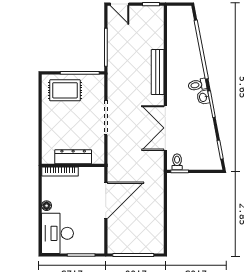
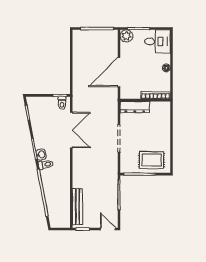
bench: (158, 72) -> (77, 206), moved
dresser: (73, 157) -> (135, 107), moved
desk: (57, 233) -> (158, 41), width x0.73
plant: (96, 246) -> (126, 36), added

